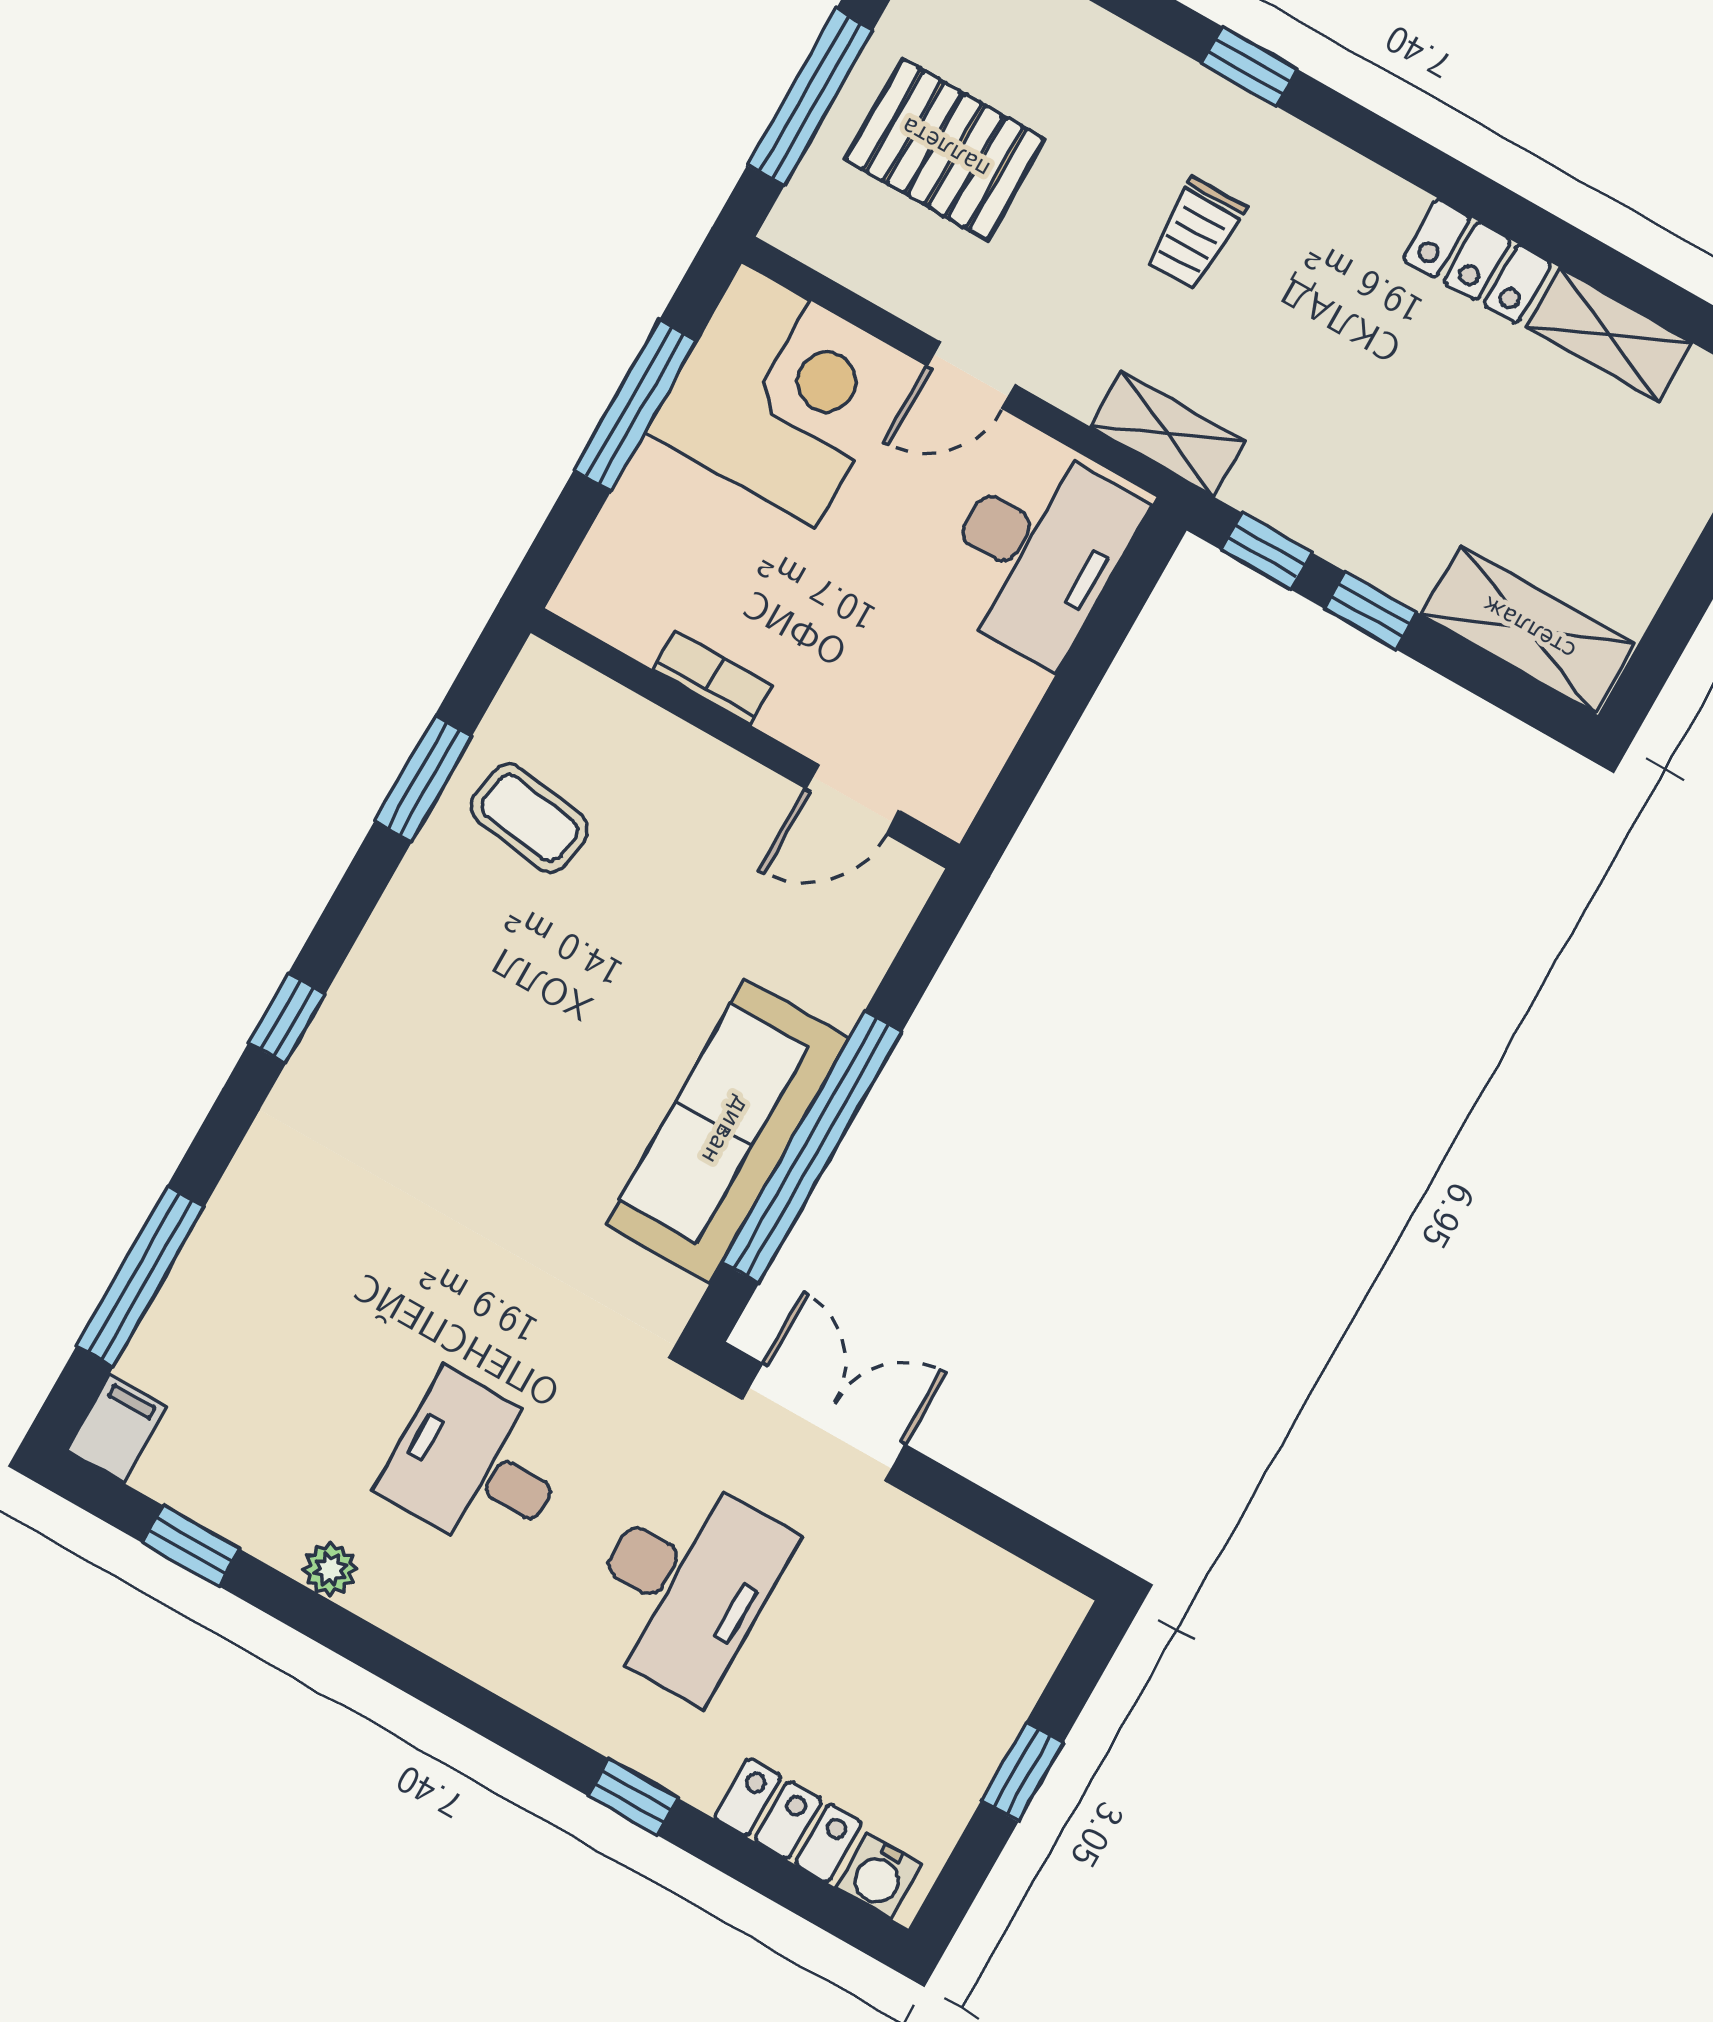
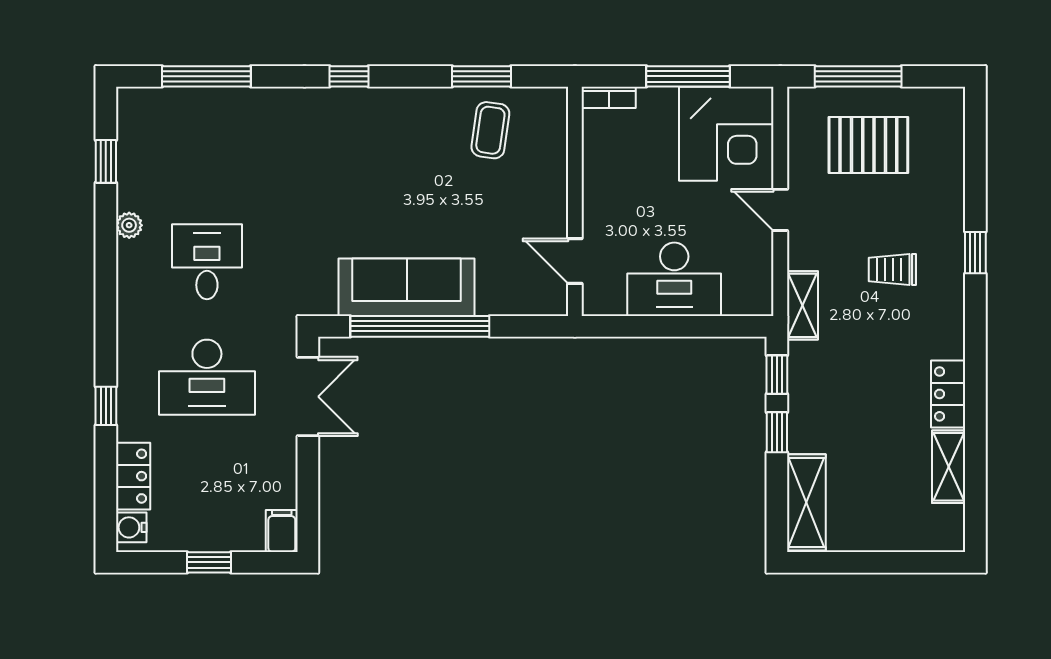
pallet: (945, 149) -> (868, 145), turned 90
desk: (1037, 552) -> (674, 279), moved
bookcase: (713, 678) -> (609, 97), moved, turned 90
filing cabinet: (117, 1428) -> (282, 531), moved, turned -90

